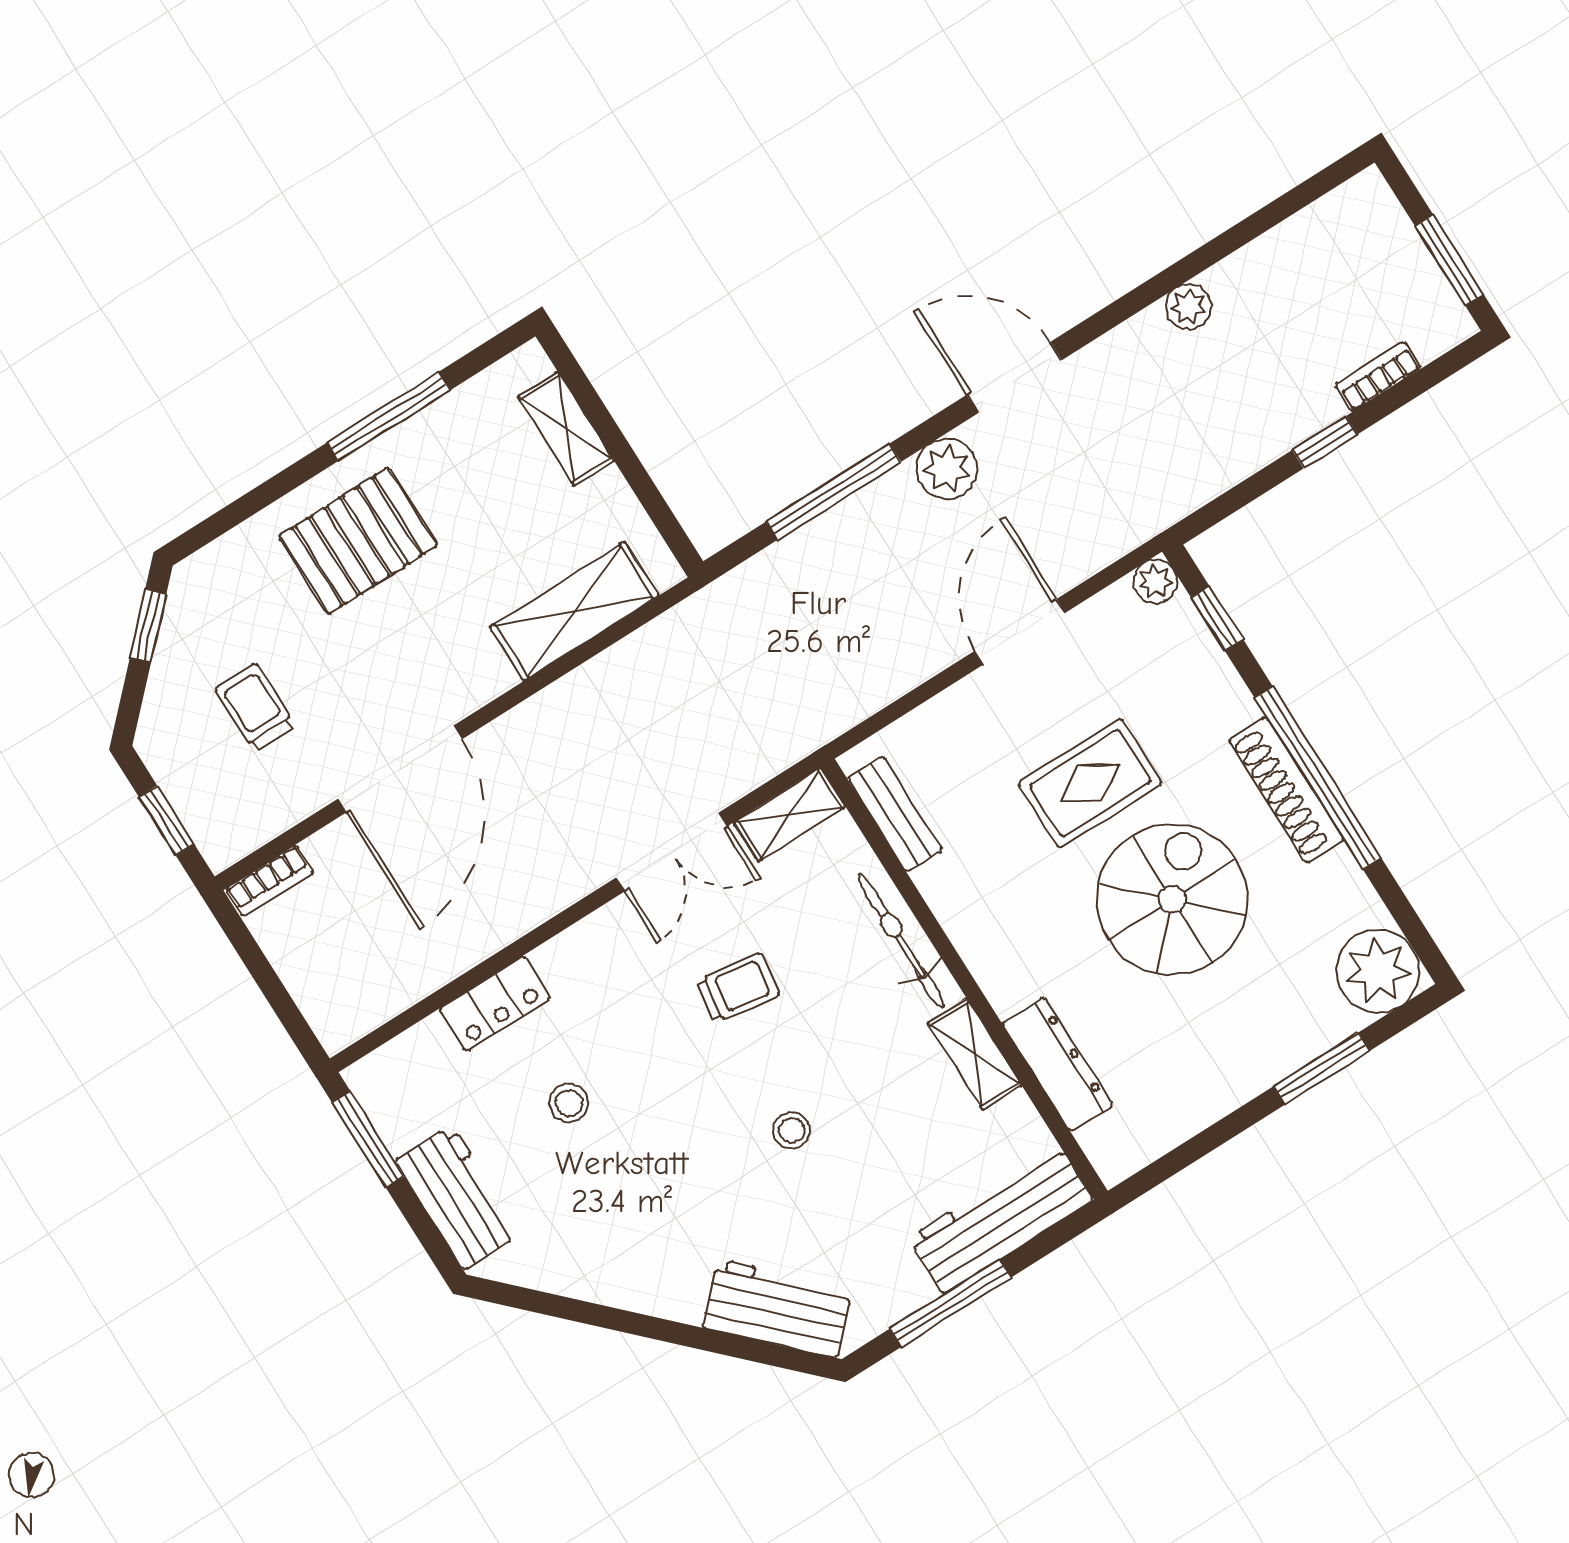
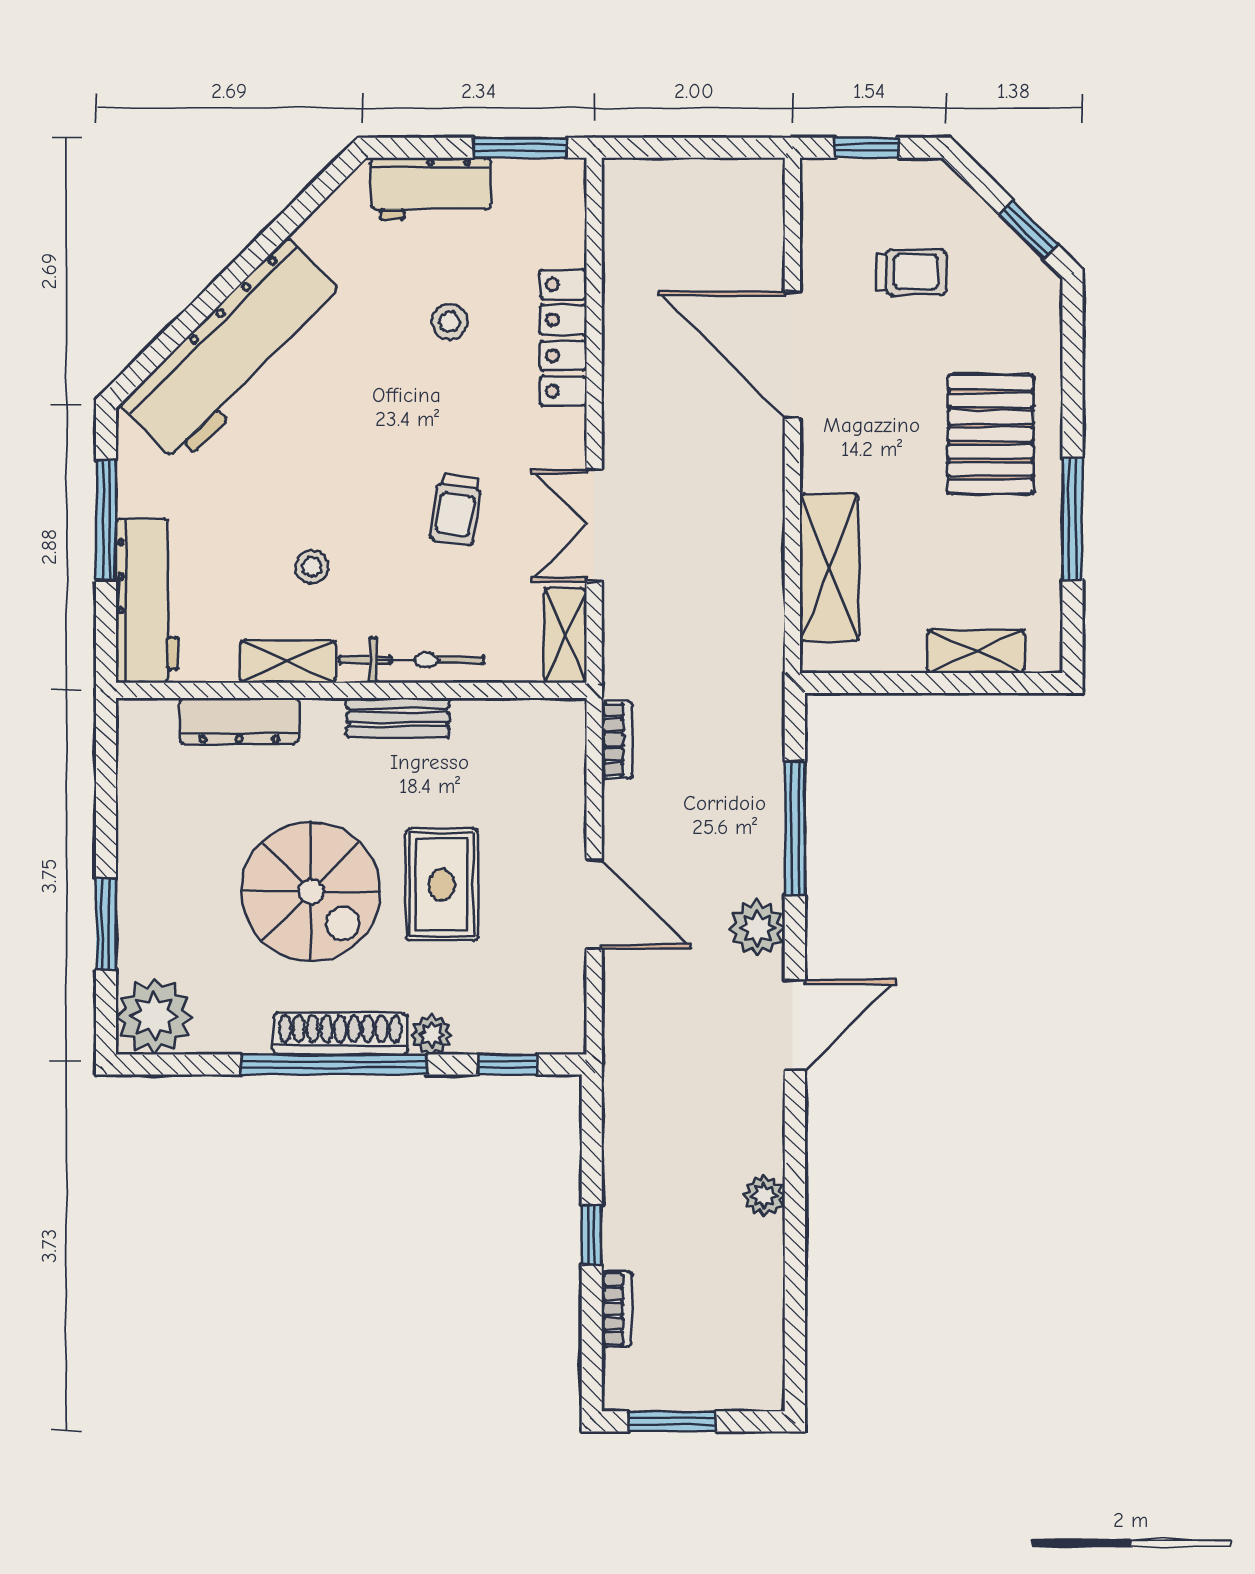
plant: (1155, 581) -> (432, 1035), moved
bench: (895, 814) -> (398, 718), moved
bookcase: (270, 881) -> (617, 740), moved, turned 180
locker: (495, 1004) -> (563, 338), width x1.53
stool: (792, 1130) -> (312, 567), moved
workbench: (777, 1308) -> (234, 351), width x1.88, depth x1.32

